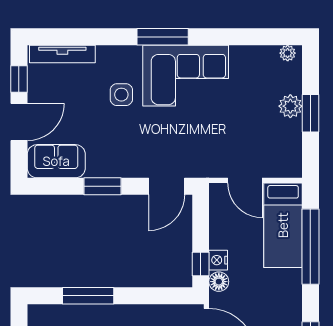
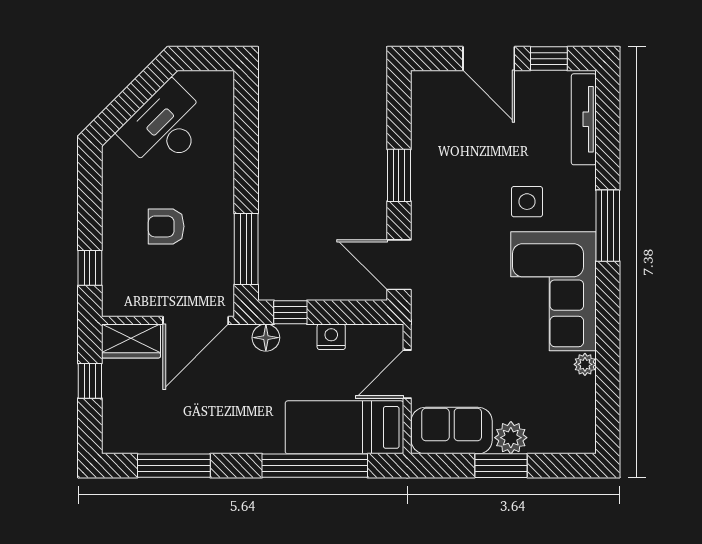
window: (163, 37) -> (608, 226), moved
plant: (288, 53) -> (585, 364), moved
sofa: (56, 161) -> (452, 431), moved, turned -90
nightstand: (218, 260) -> (331, 337), moved
window: (88, 296) -> (246, 249), moved

